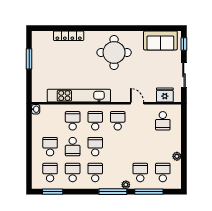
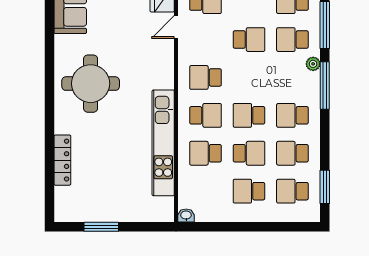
door: (137, 103) -> (176, 27), moved
school desk: (95, 121) -> (206, 115), turned 180
school desk: (140, 147) -> (249, 40), added

